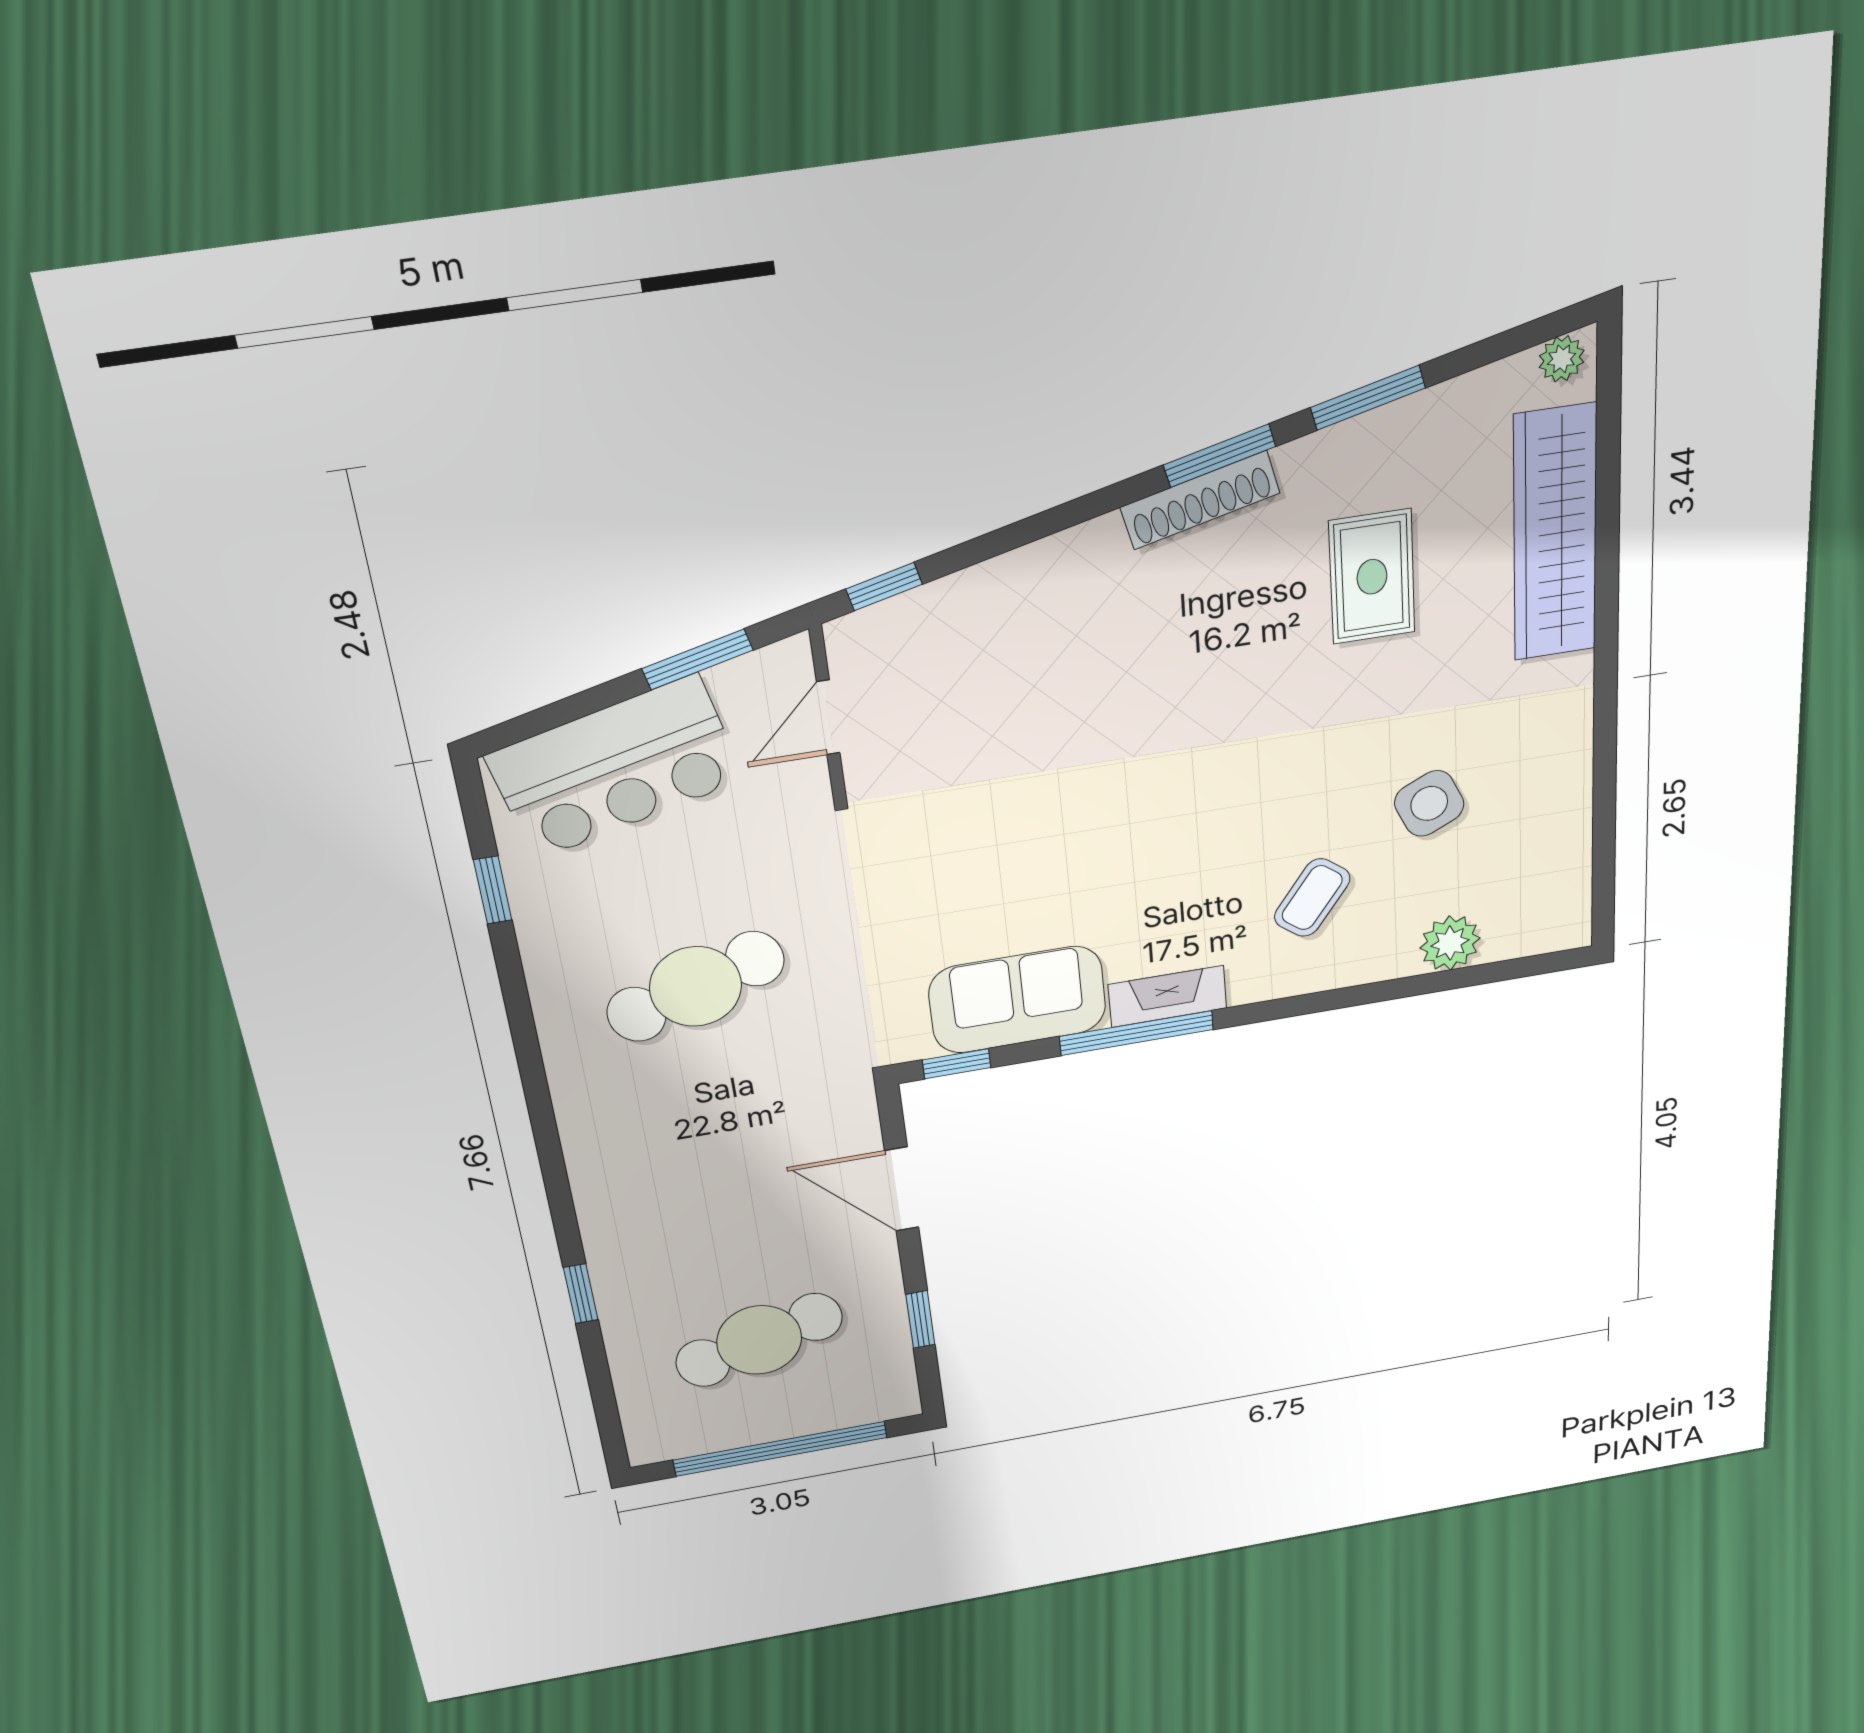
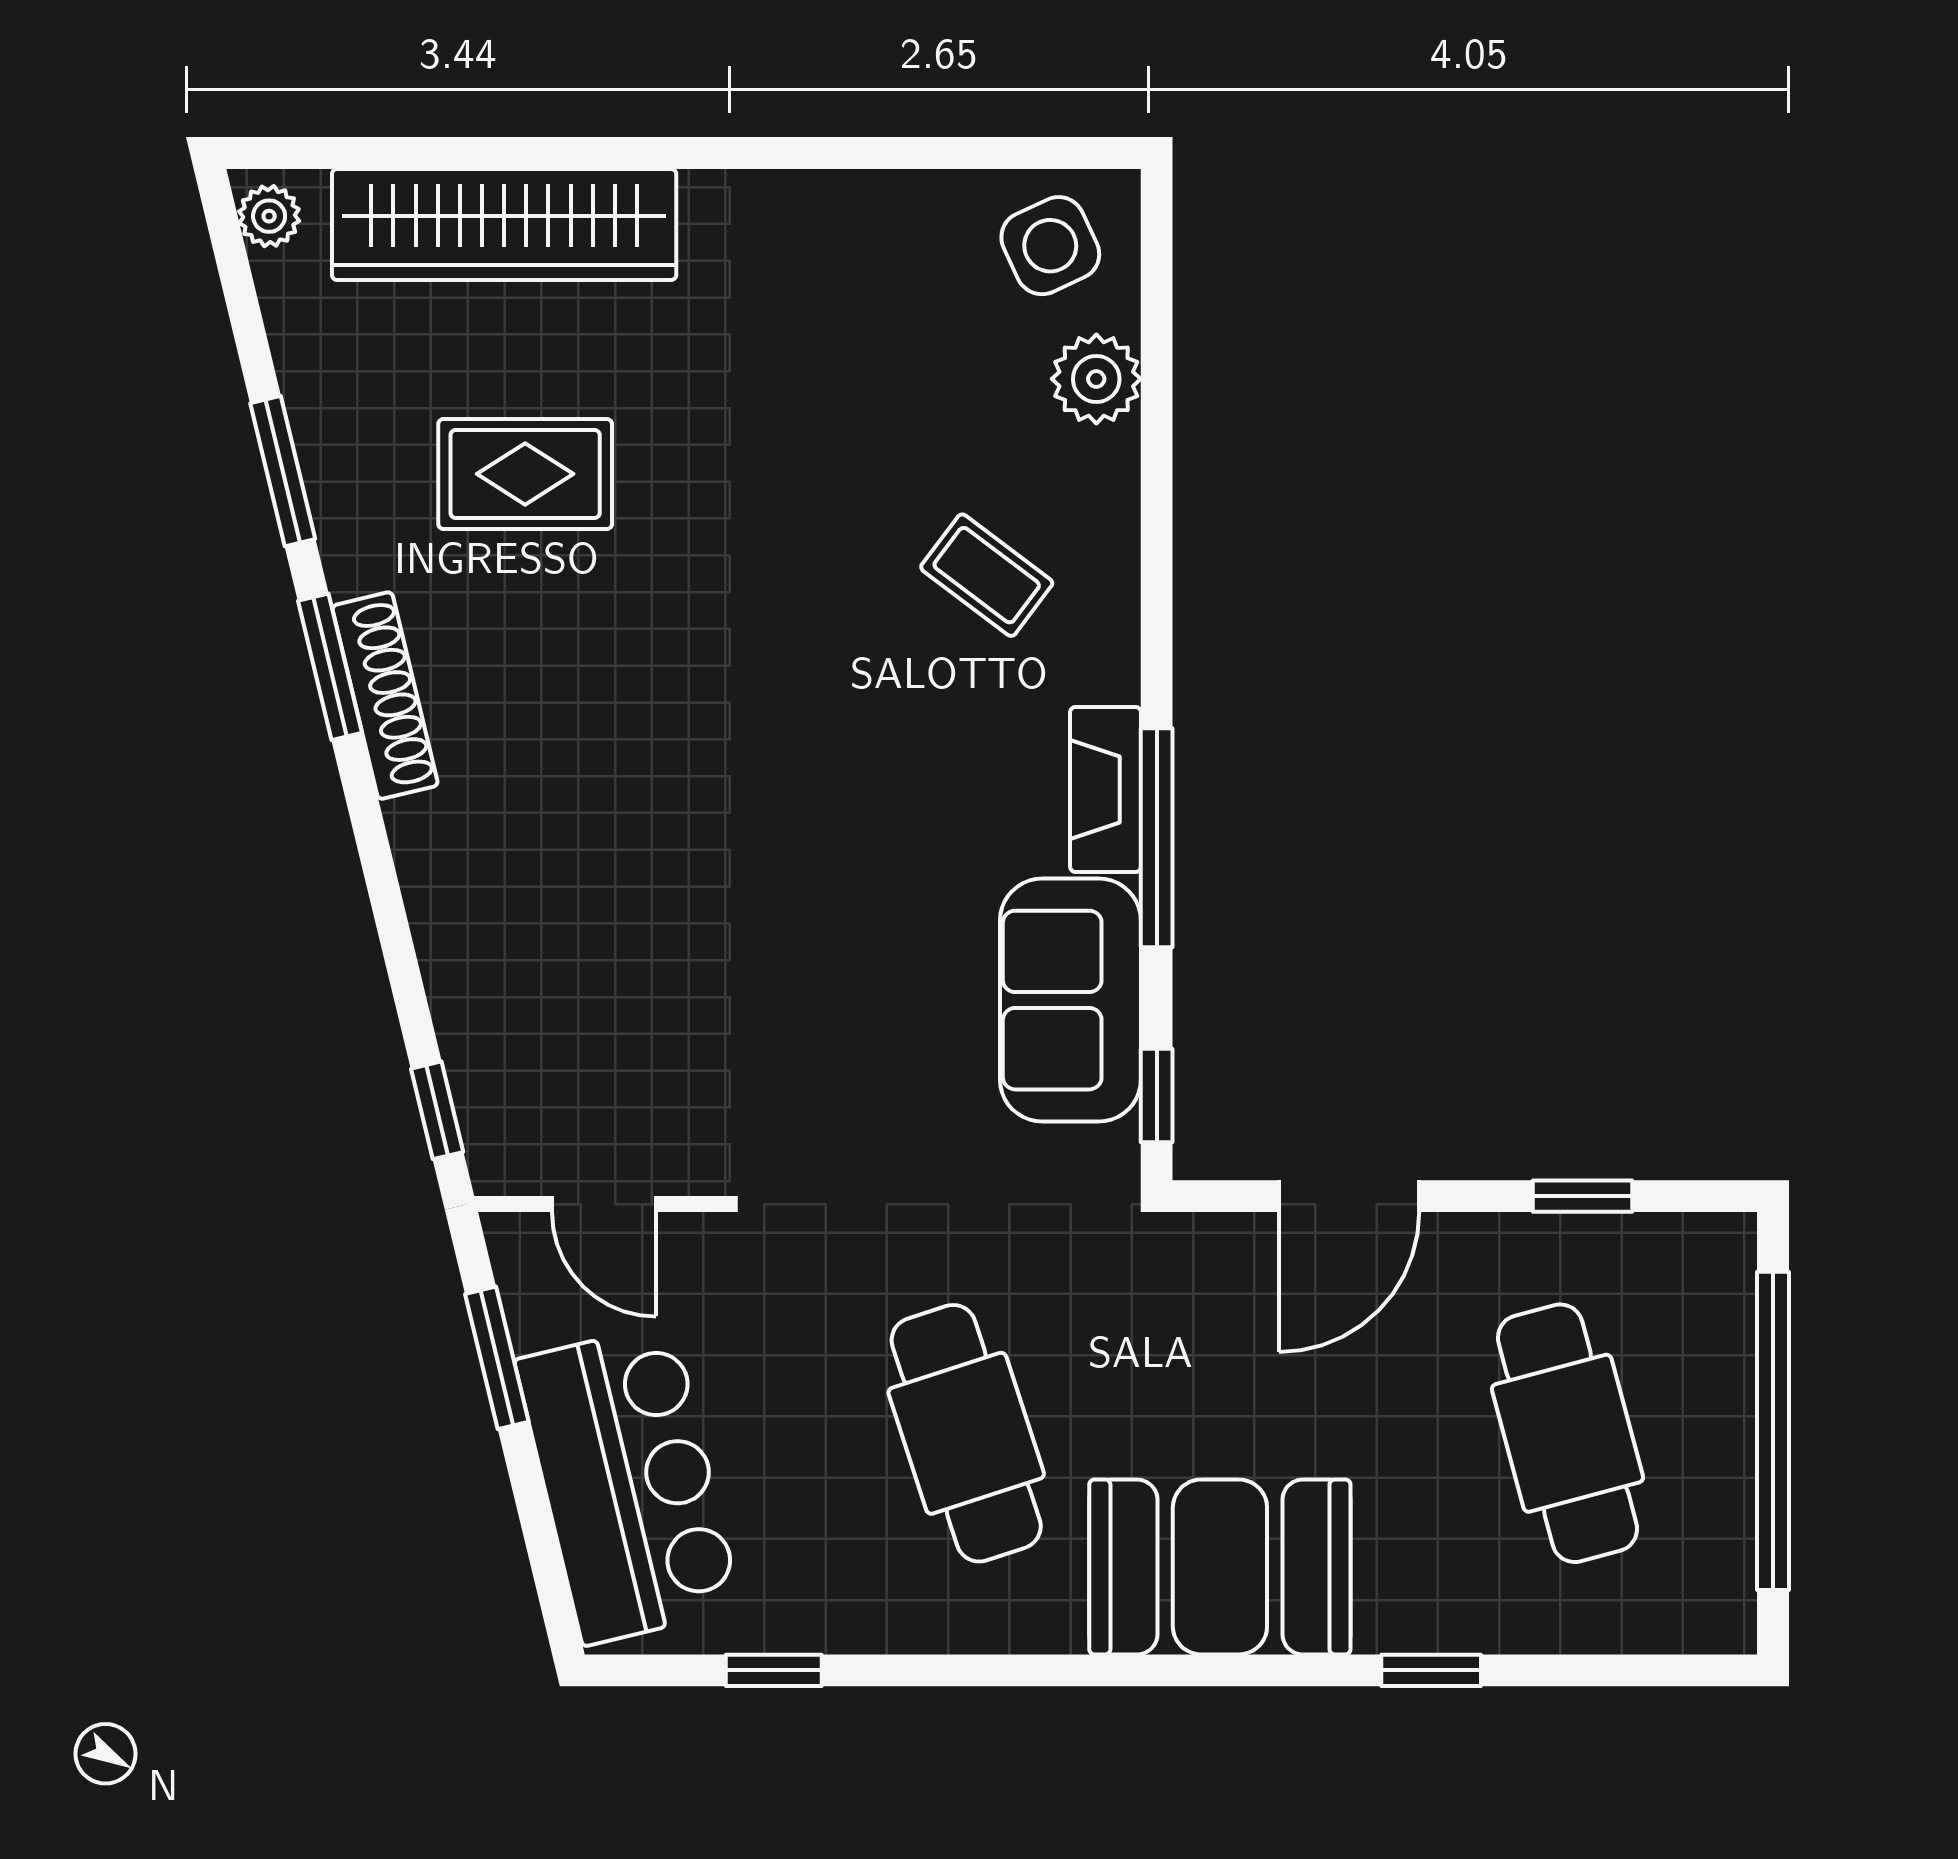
side table: (1429, 803) -> (1050, 246), moved
booth: (628, 1159) -> (1220, 1567), added

